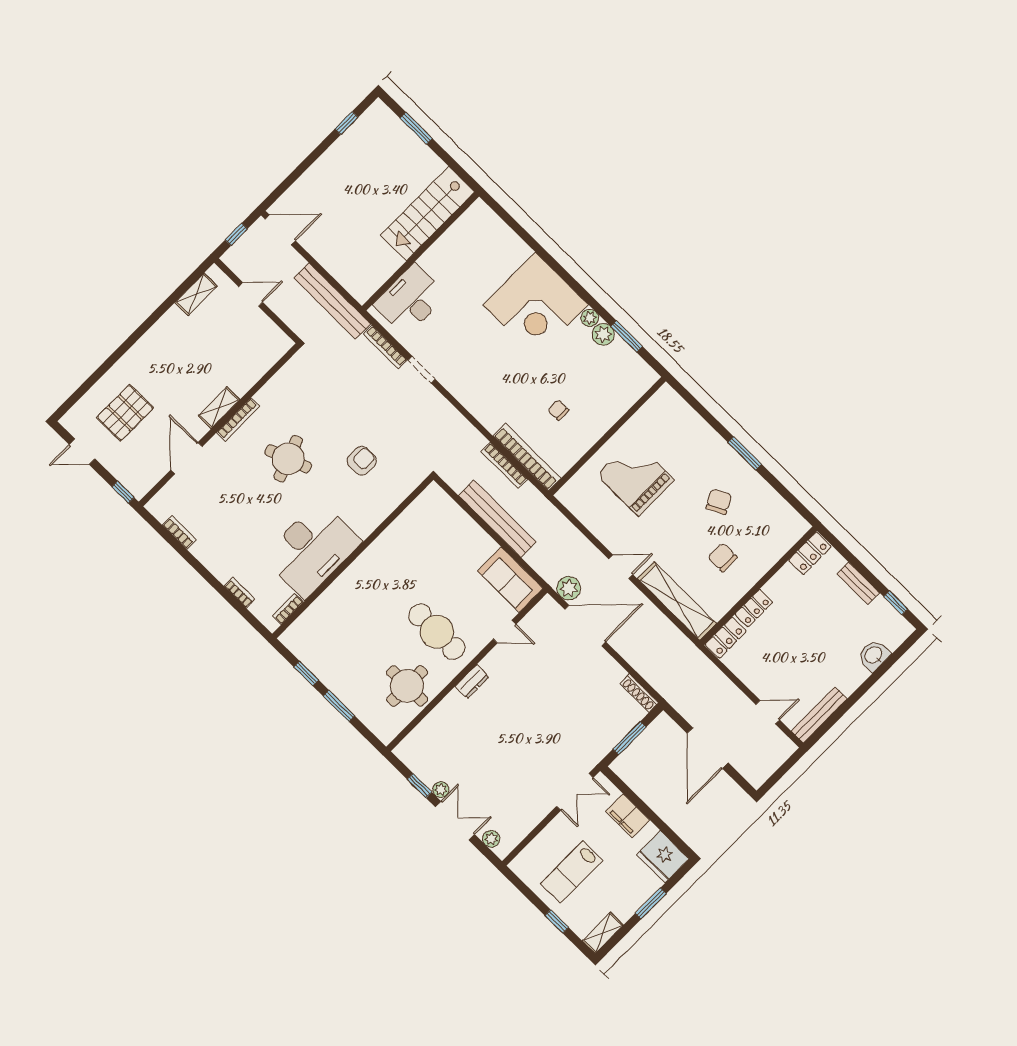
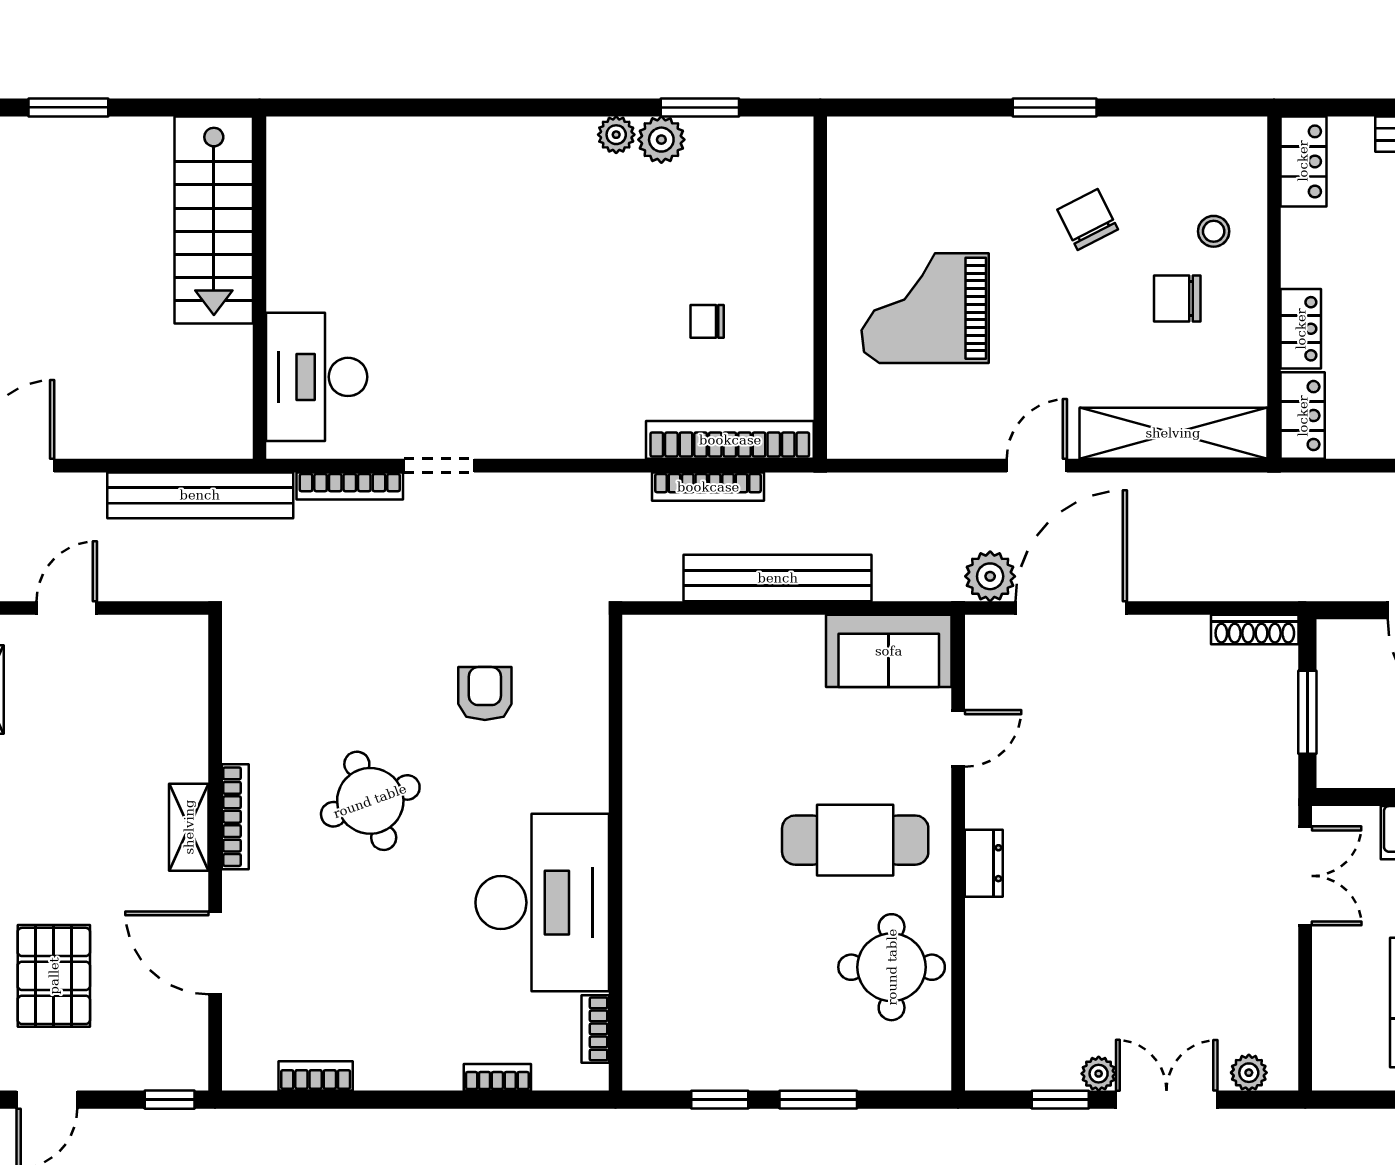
corner desk: (536, 305) -> (515, 196), removed
stool: (757, 547) -> (1214, 231), added

